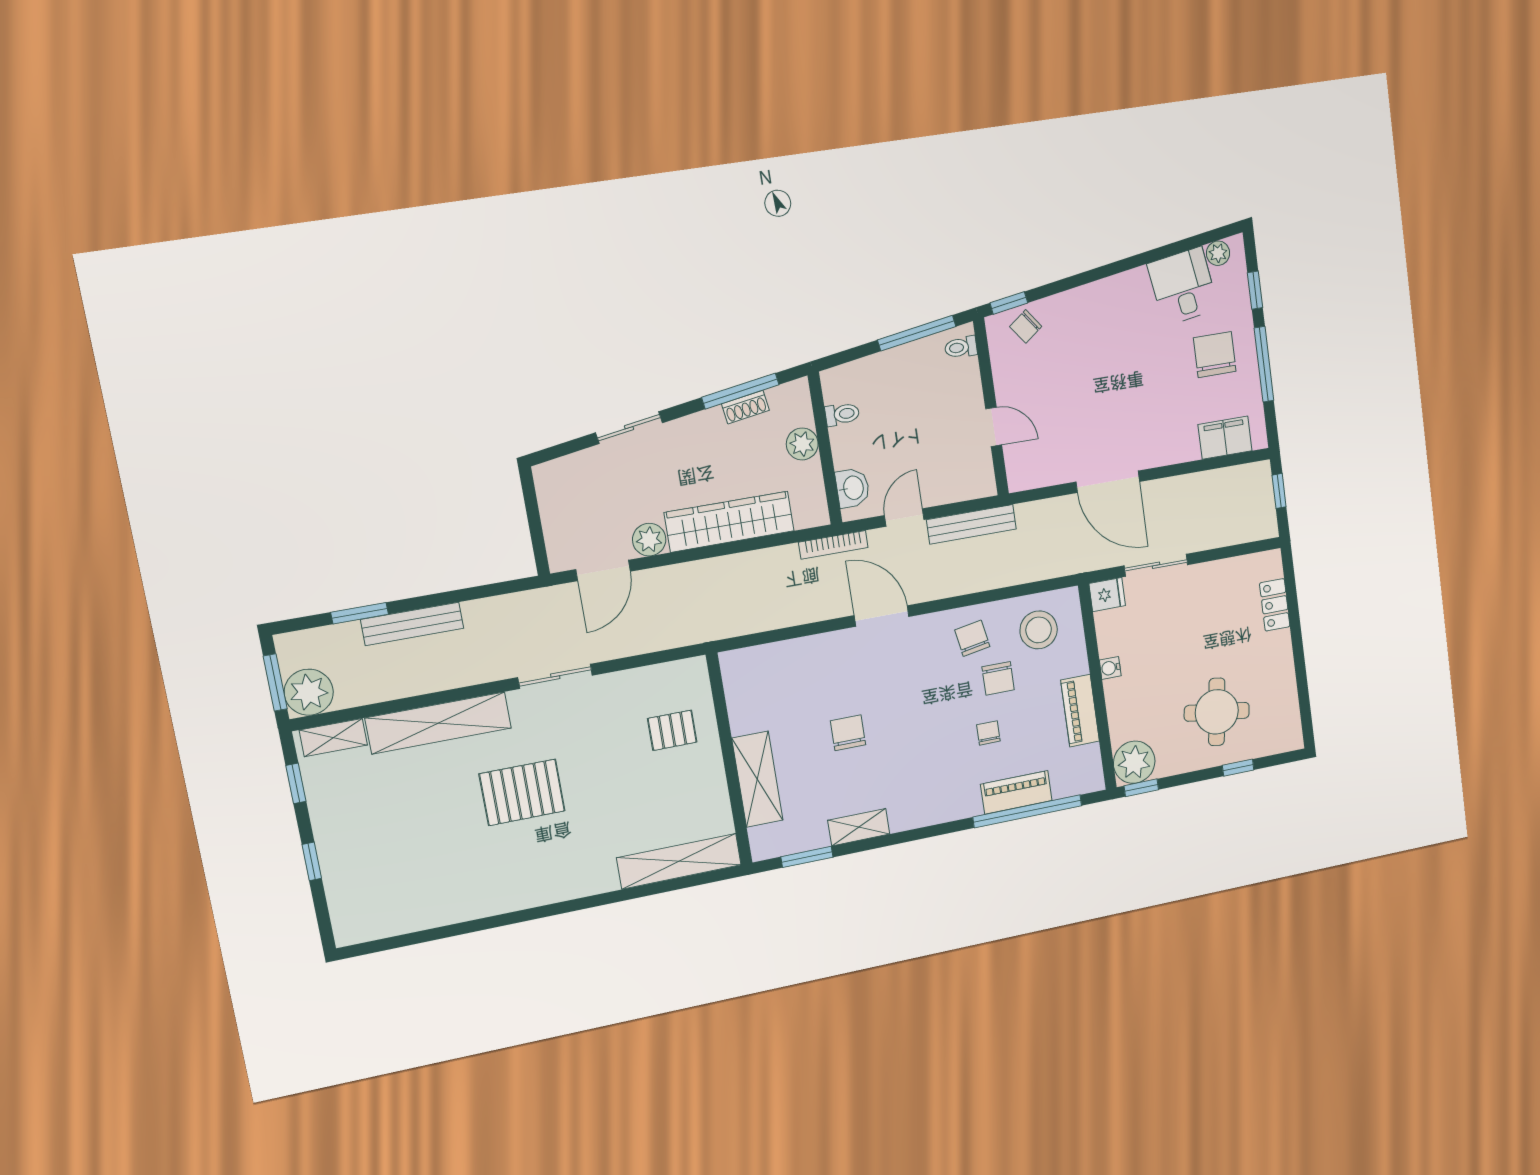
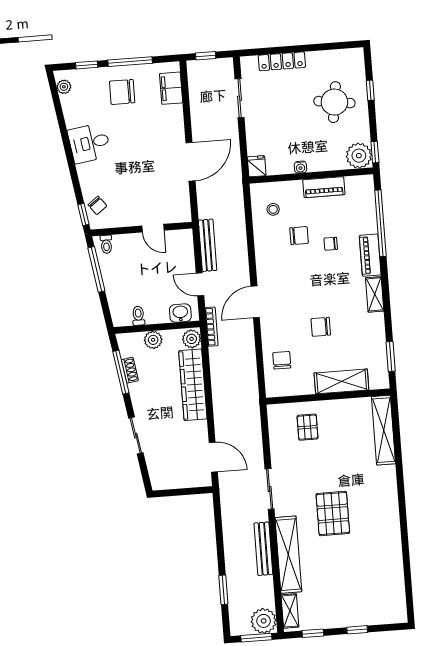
desk: (1183, 286) -> (89, 143), moved
door: (994, 427) -> (153, 228), swing flipped
plant: (649, 540) -> (192, 339), moved
sliding door: (1156, 565) -> (240, 98), moved
locker: (1275, 605) -> (282, 61), width x1.53
bench: (412, 624) -> (263, 549), moved
stool: (1039, 630) -> (273, 209), width x0.53, depth x0.53
chair: (972, 638) -> (282, 360), moved, turned 100
piano: (1016, 792) -> (370, 255), moved
shelving: (859, 827) -> (375, 294), moved

